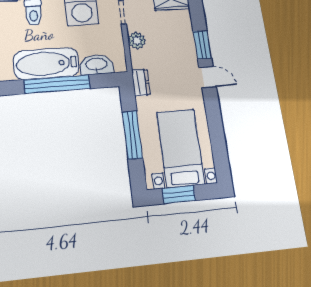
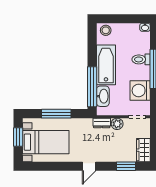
window: (202, 45) -> (126, 166), moved
dresser: (141, 82) -> (102, 123), moved
window: (57, 84) -> (92, 87), moved

